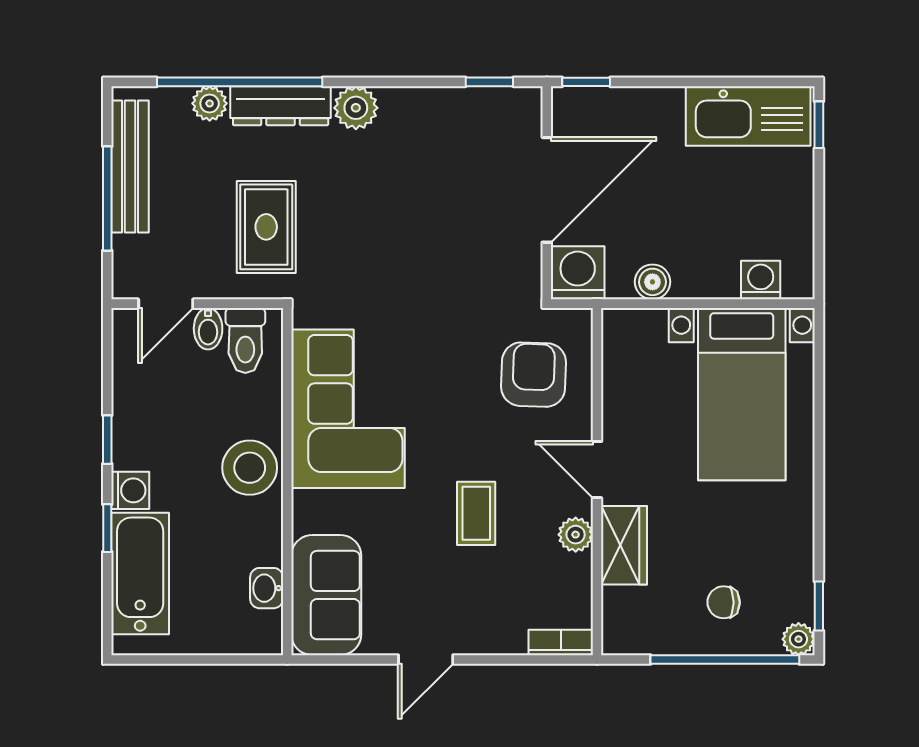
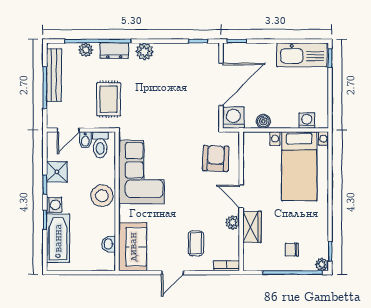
dresser: (281, 106) -> (114, 51), width x0.70
shower: (137, 408) -> (57, 172), added
coffee table: (476, 513) -> (196, 243), moved

